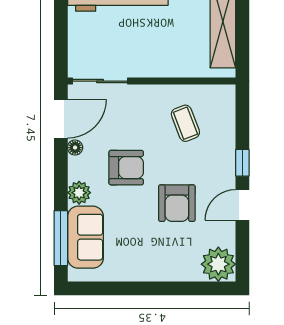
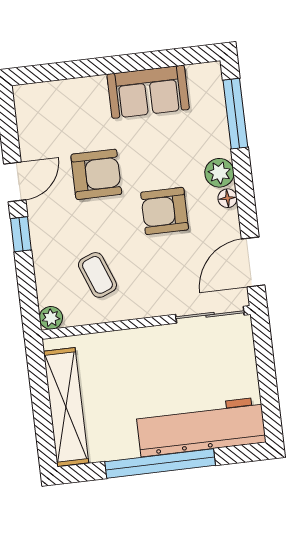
floor lamp: (75, 148) -> (228, 198), moved
armchair: (177, 203) -> (96, 174), turned 90
sofa: (85, 237) -> (148, 92), moved, turned -90
plant: (218, 264) -> (51, 318), moved, width x0.53, depth x0.53

